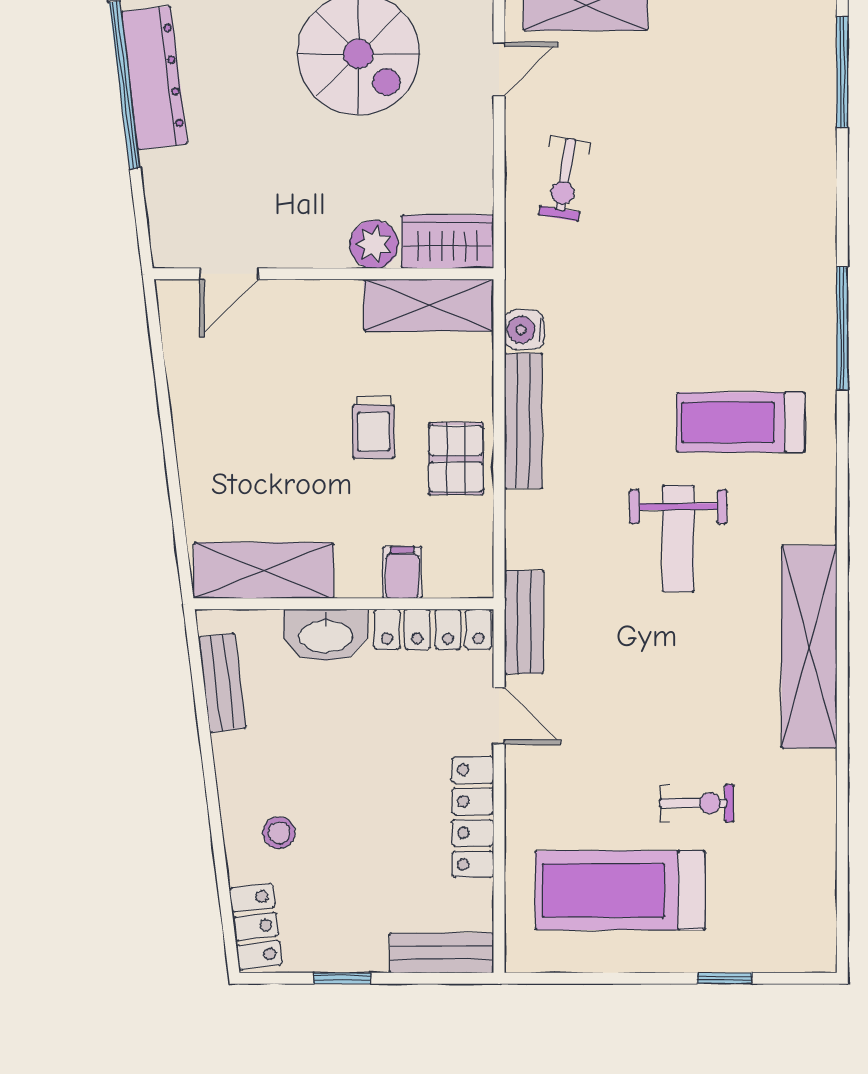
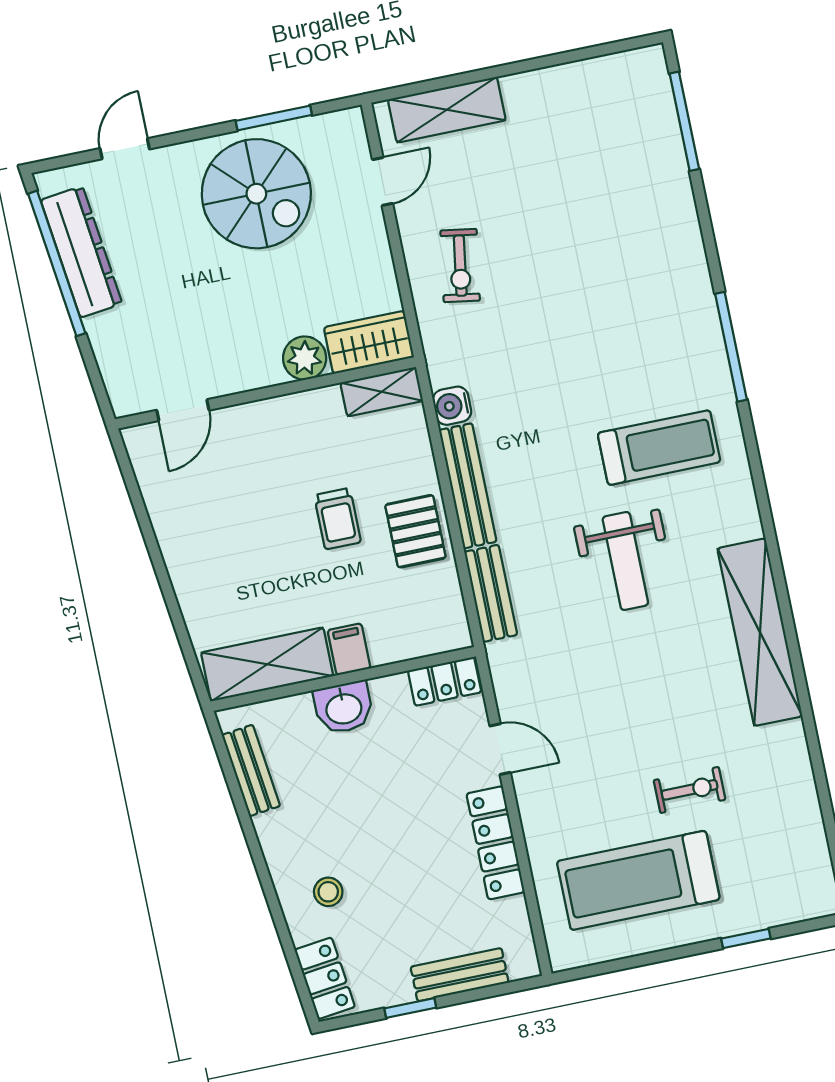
shelving: (429, 305) -> (382, 392), width x0.67, depth x0.75
treadmill: (741, 422) -> (659, 448), turned 180
filing cabinet: (402, 572) -> (349, 649), moved
bench: (524, 622) -> (491, 593), moved
locker: (433, 629) -> (445, 681), width x0.66
washbasin: (326, 635) -> (344, 708), width x0.72
bench: (442, 953) -> (460, 975), moved

